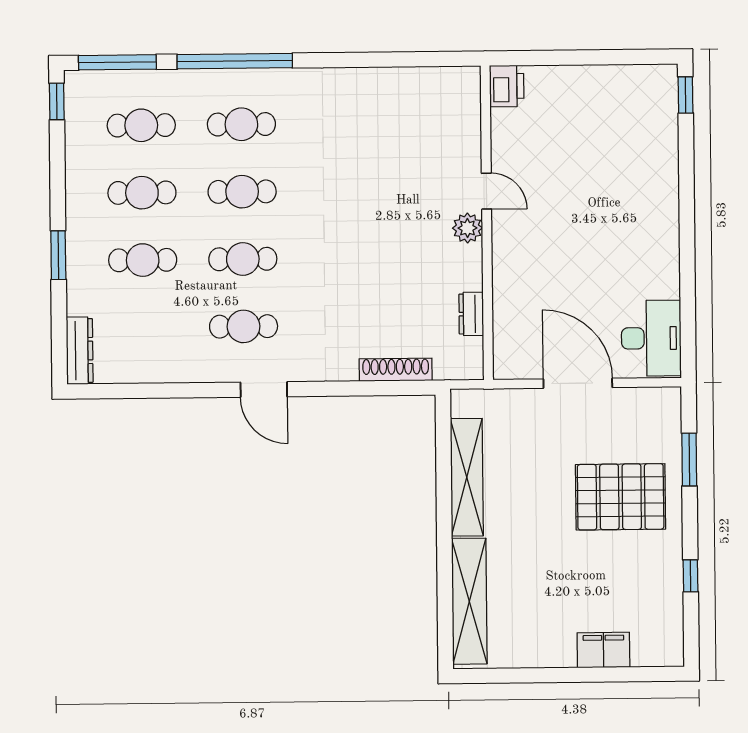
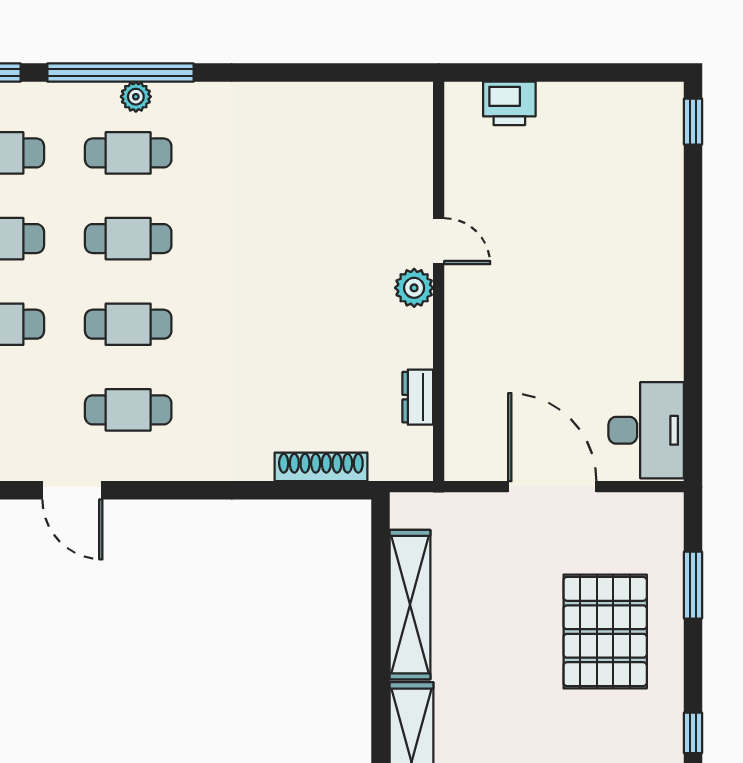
plant: (247, 80) -> (136, 97), added
printer: (507, 86) -> (509, 103), moved, turned 90
door: (264, 389) -> (72, 490), moved
pallet: (621, 497) -> (605, 632), turned 90

